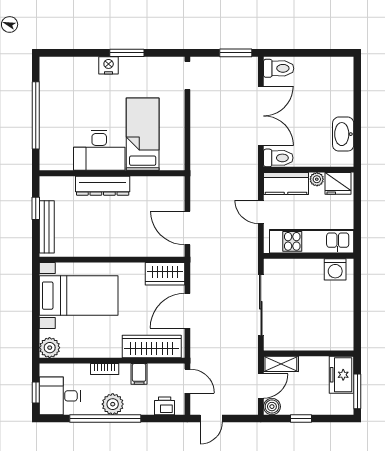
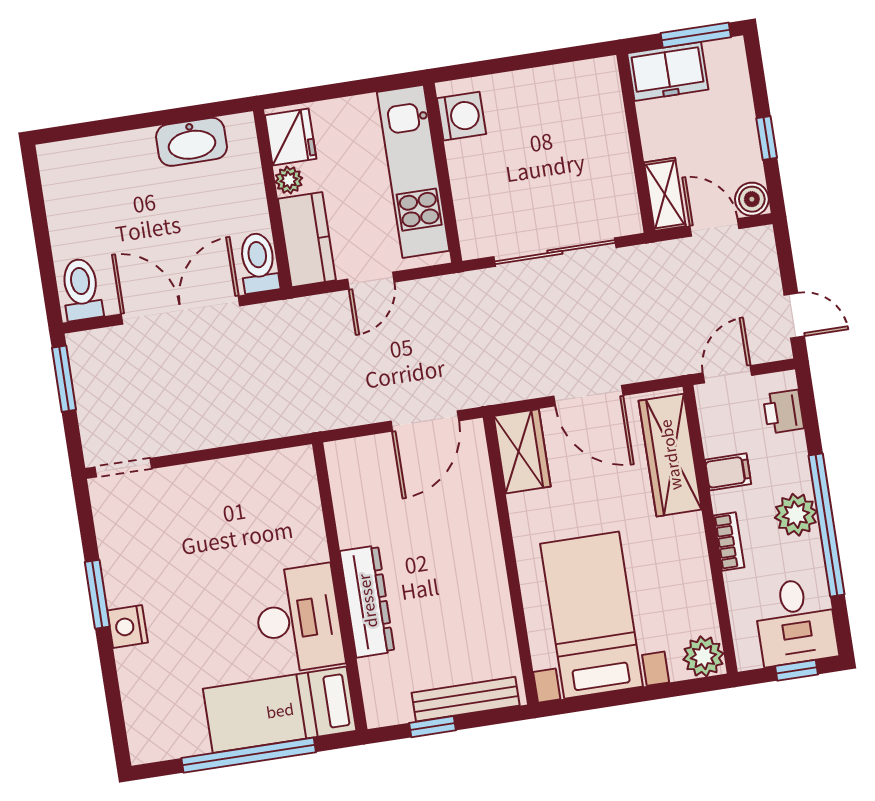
bed: (143, 134) -> (280, 710), moved

